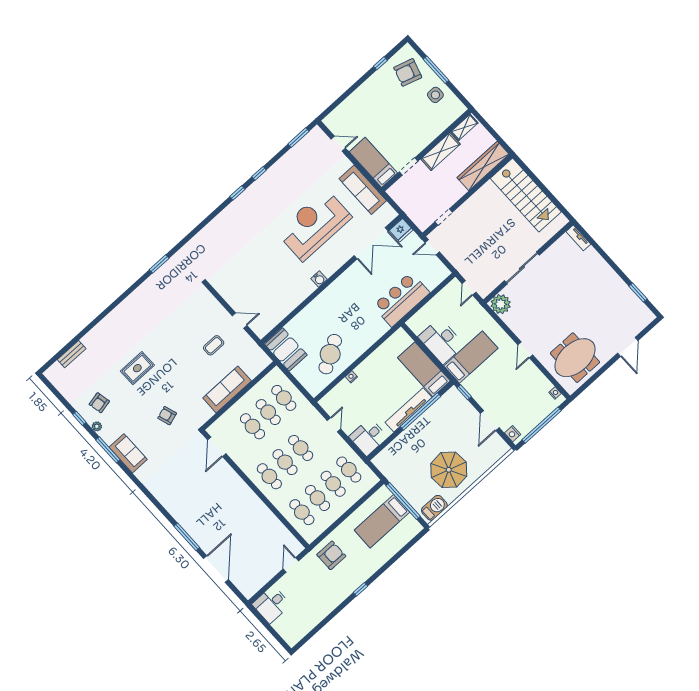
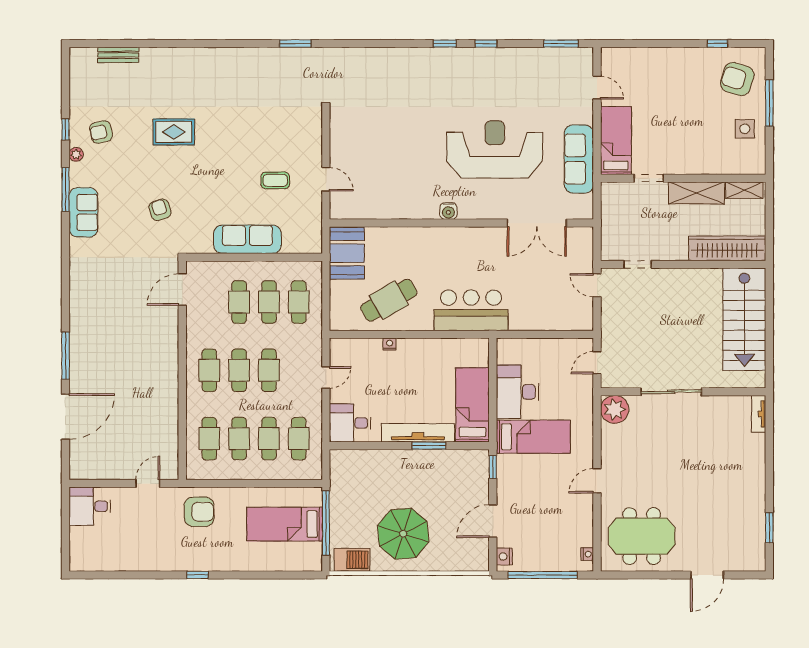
fridge: (401, 230) -> (581, 238), removed
bar counter: (401, 299) -> (471, 310), moved
window: (420, 411) -> (429, 446), width x0.47

